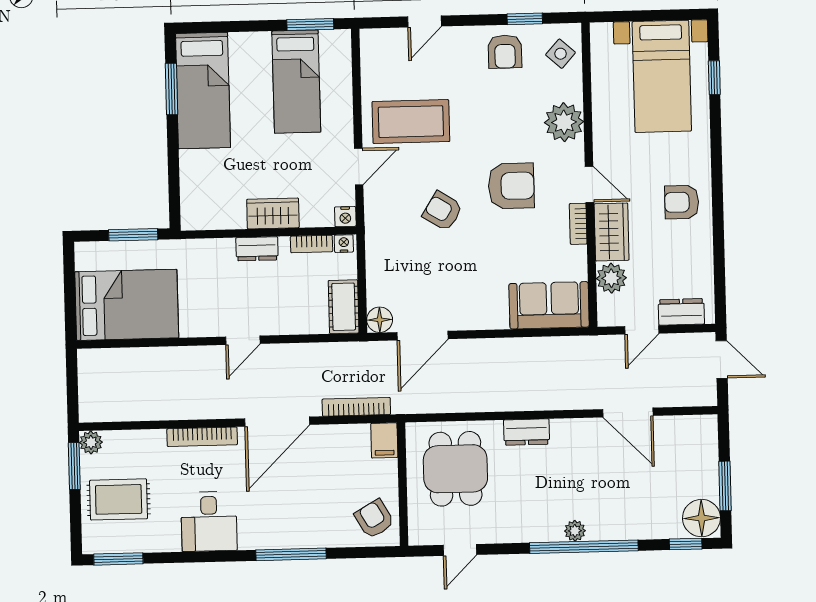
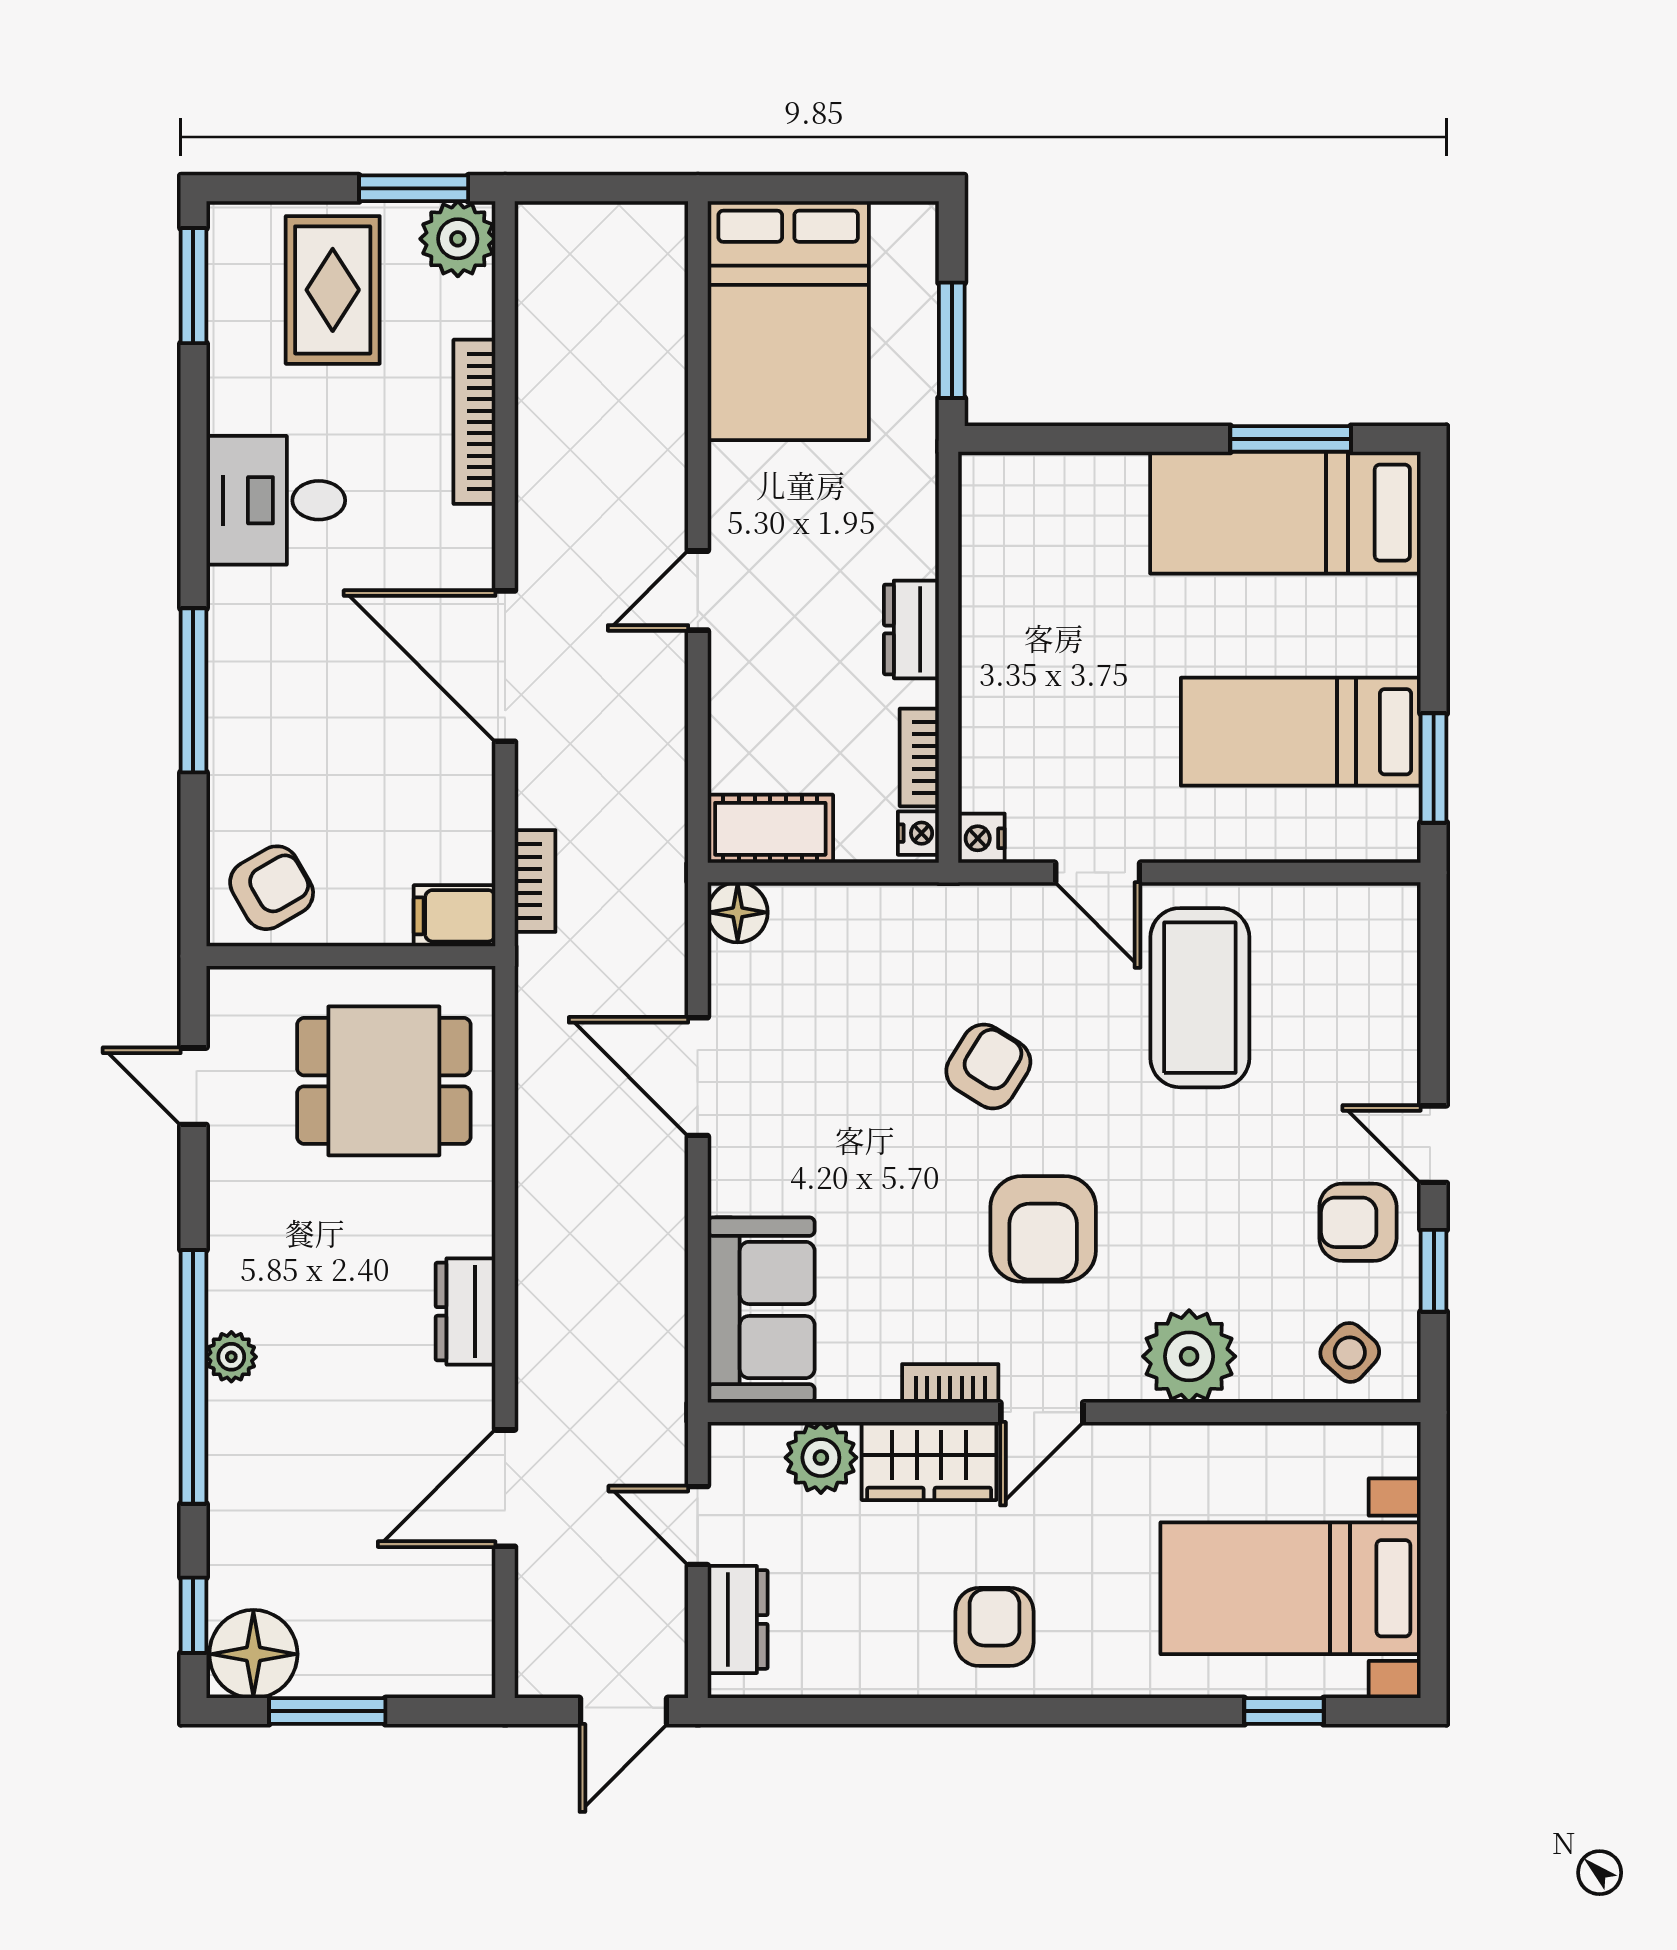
door: (424, 21) -> (1434, 1144), moved
wardrobe: (273, 213) -> (993, 669), removed
door: (422, 336) -> (698, 1077), moved
door: (243, 340) -> (698, 591), hinge flipped
bookcase: (356, 407) -> (535, 881), width x0.64
dresser: (527, 432) -> (466, 1311), moved
bookcase: (202, 437) -> (474, 422), moved
plant: (91, 442) -> (458, 239), width x1.38, depth x1.38

